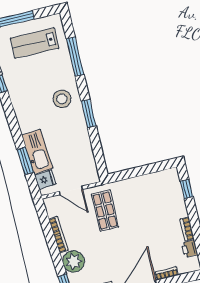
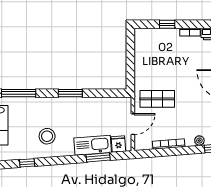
stool: (62, 99) -> (47, 136), moved
window: (187, 189) -> (167, 24), moved
plant: (74, 261) -> (199, 141), width x0.53, depth x0.53

